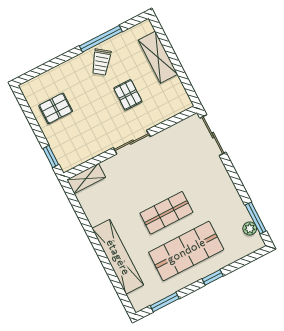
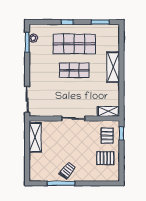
shelving: (158, 57) -> (35, 137), moved
pallet: (128, 95) -> (107, 136), moved
shelving: (118, 257) -> (113, 67), width x0.68

